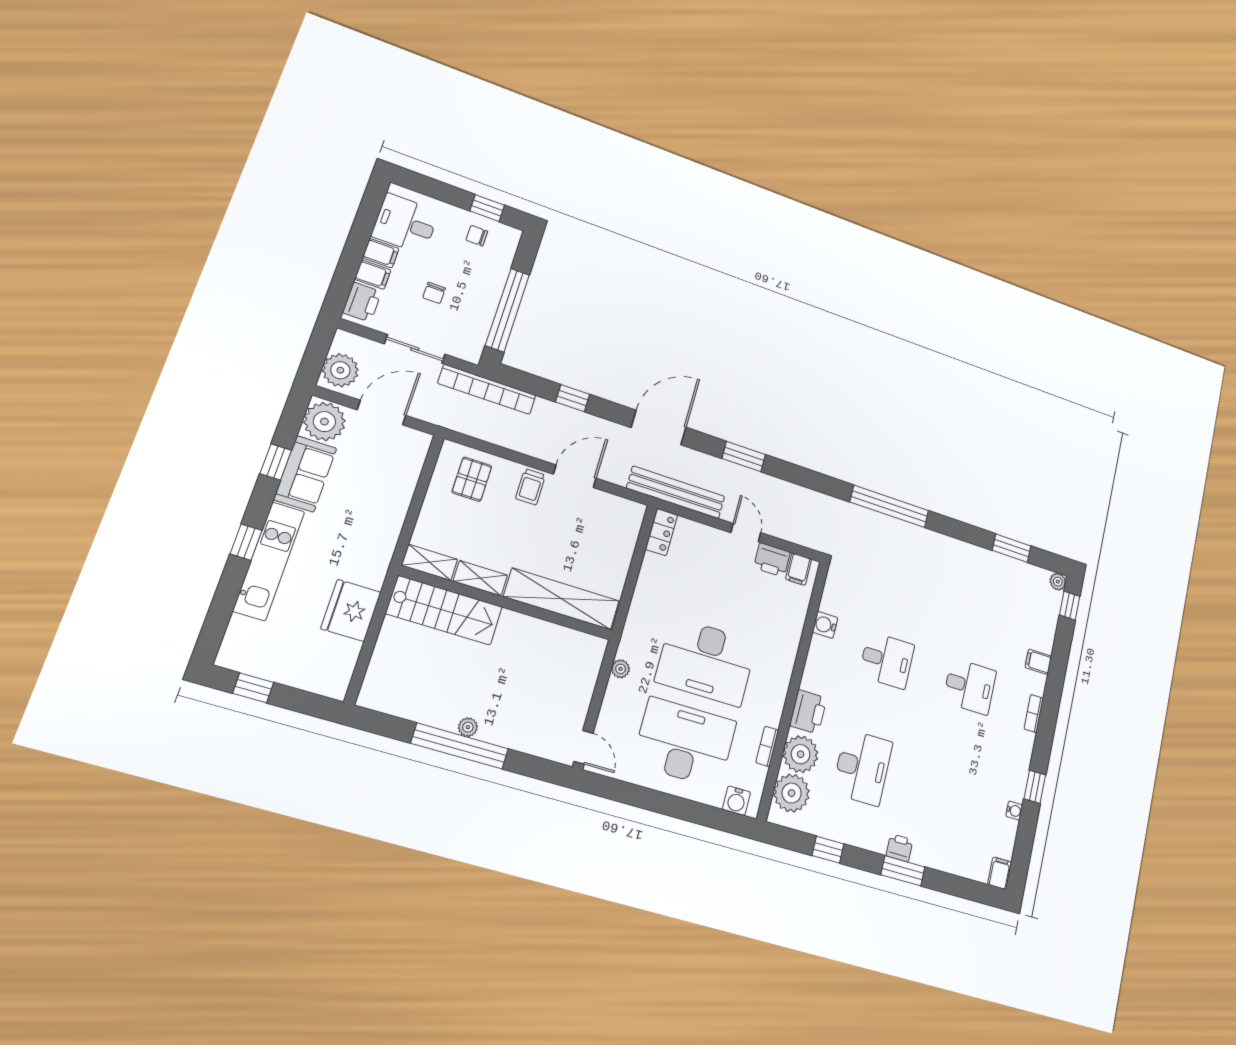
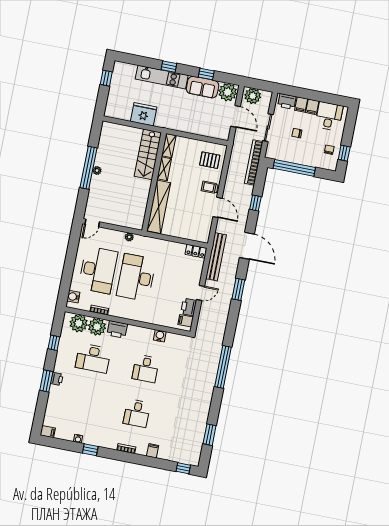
plant: (1058, 582) -> (195, 461), removed

